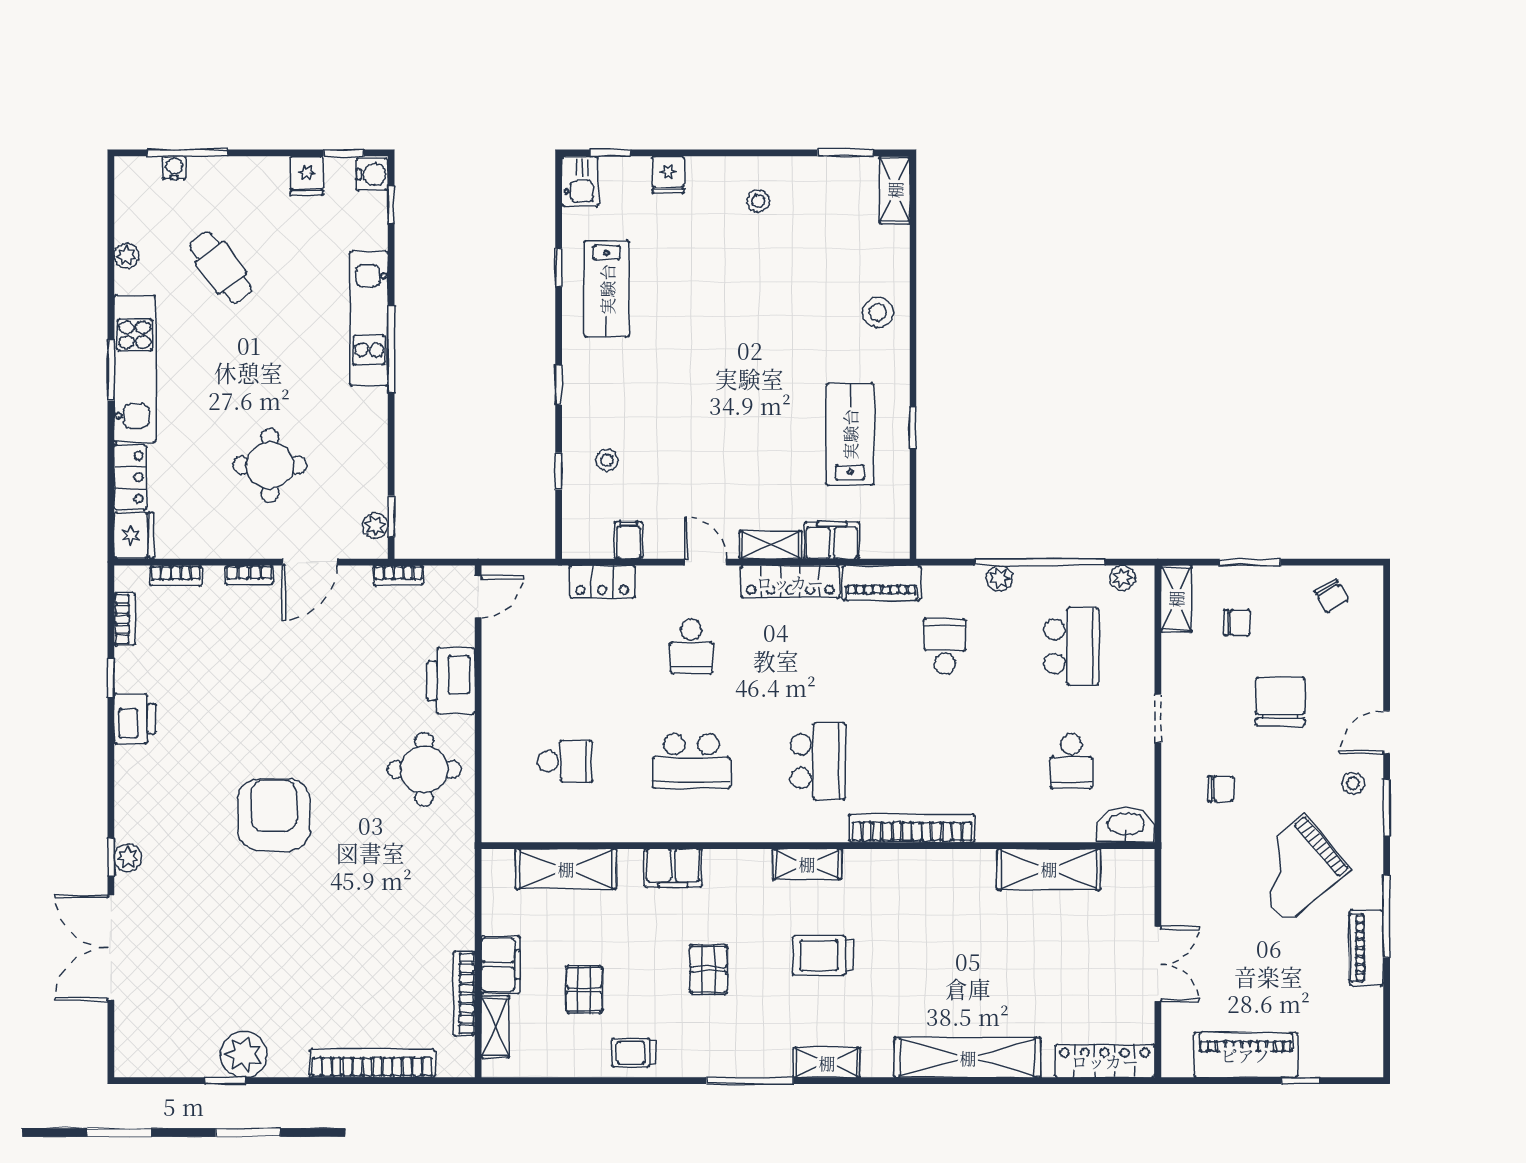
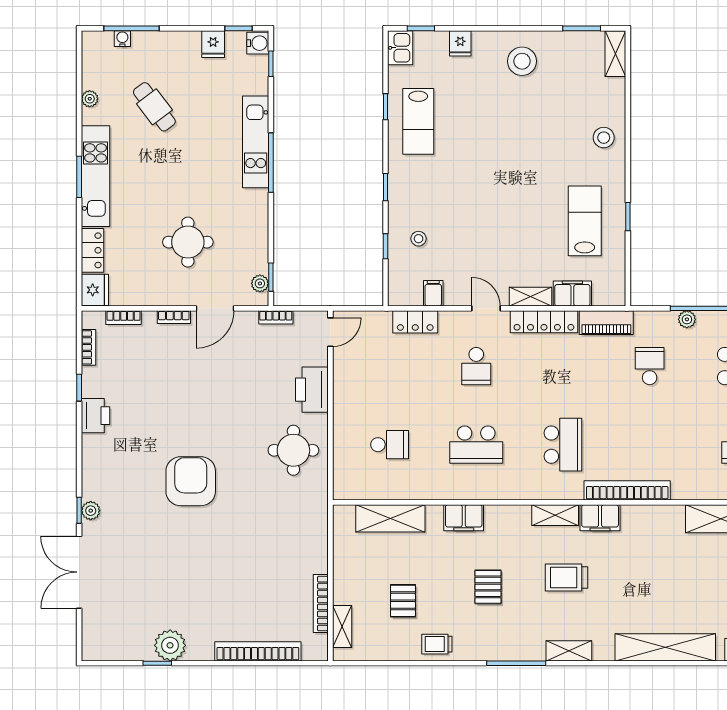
stool: (758, 201) -> (522, 61), width x1.89, depth x1.89
filing cabinet: (501, 965) -> (600, 518), moved, turned 90

